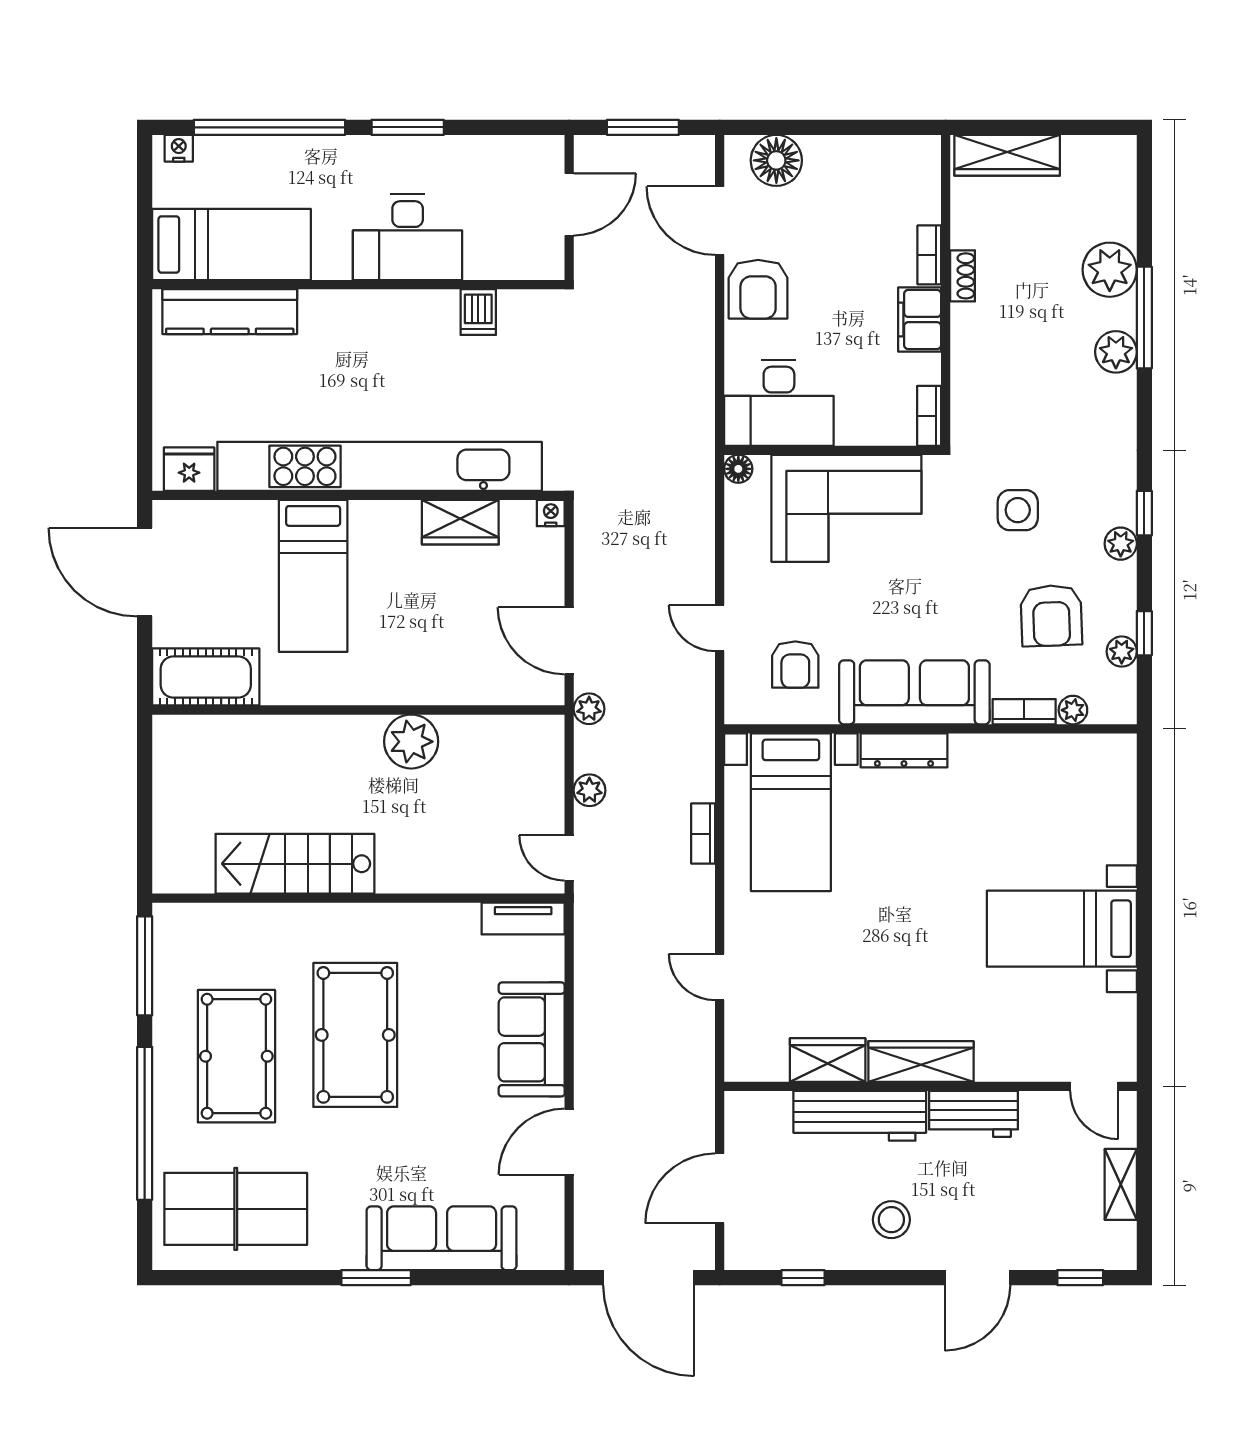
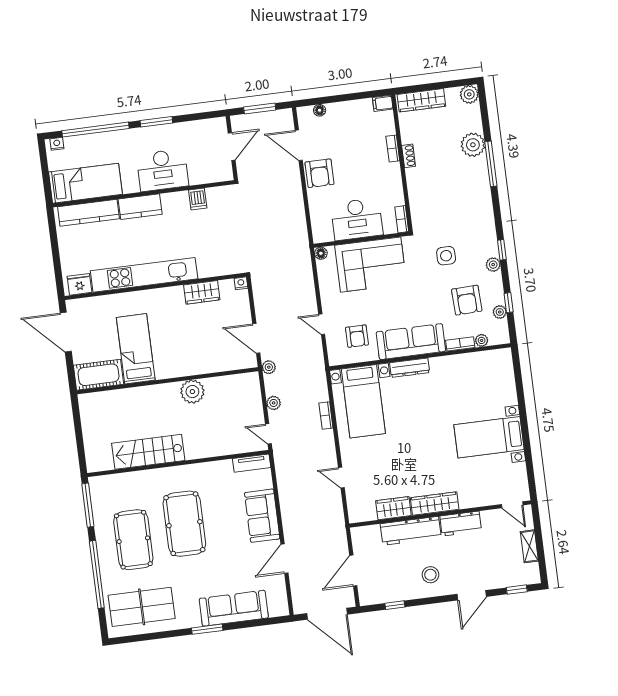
floor lamp: (776, 160) -> (320, 110), width x0.53, depth x0.53
kitchen counter: (347, 313) -> (140, 207), added
filing cabinet: (920, 320) -> (383, 103), moved, width x0.50
plant: (1116, 352) -> (469, 94), moved
desk: (779, 403) -> (357, 219), moved
kitchen unit: (380, 466) -> (144, 275), width x0.73
bed: (313, 576) -> (136, 349), moved, turned 180

